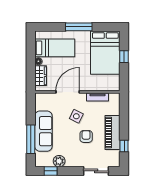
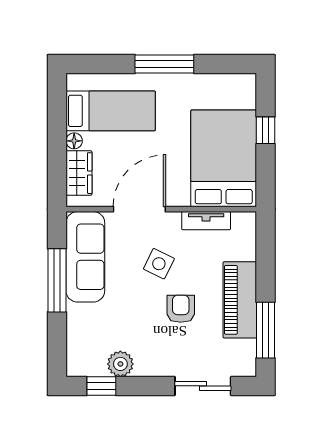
bed: (105, 53) -> (224, 158), moved, turned 180
sofa: (43, 131) -> (85, 257), moved
window: (31, 139) -> (57, 280), moved
window: (124, 146) -> (266, 330), width x2.17

